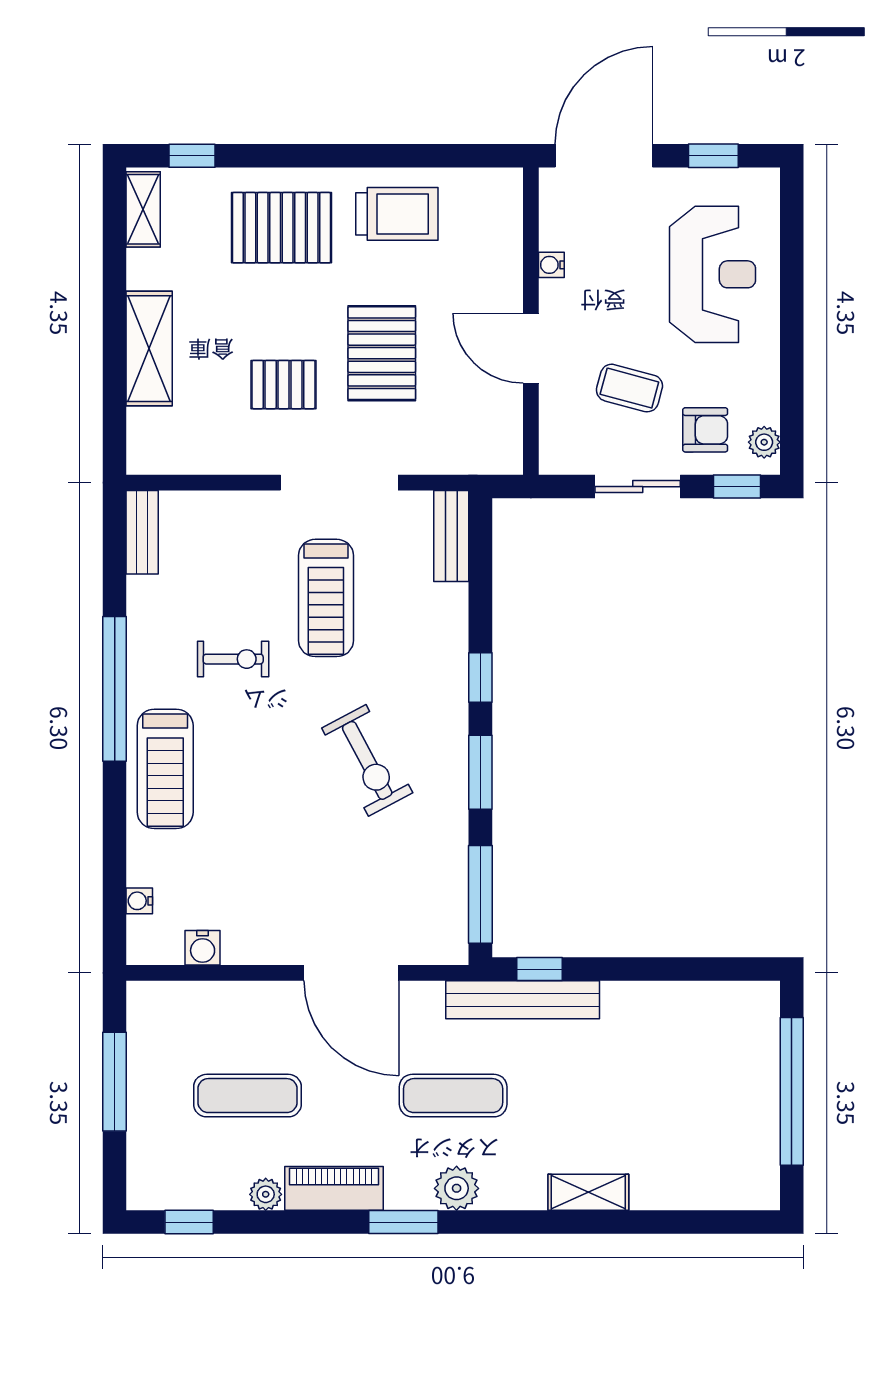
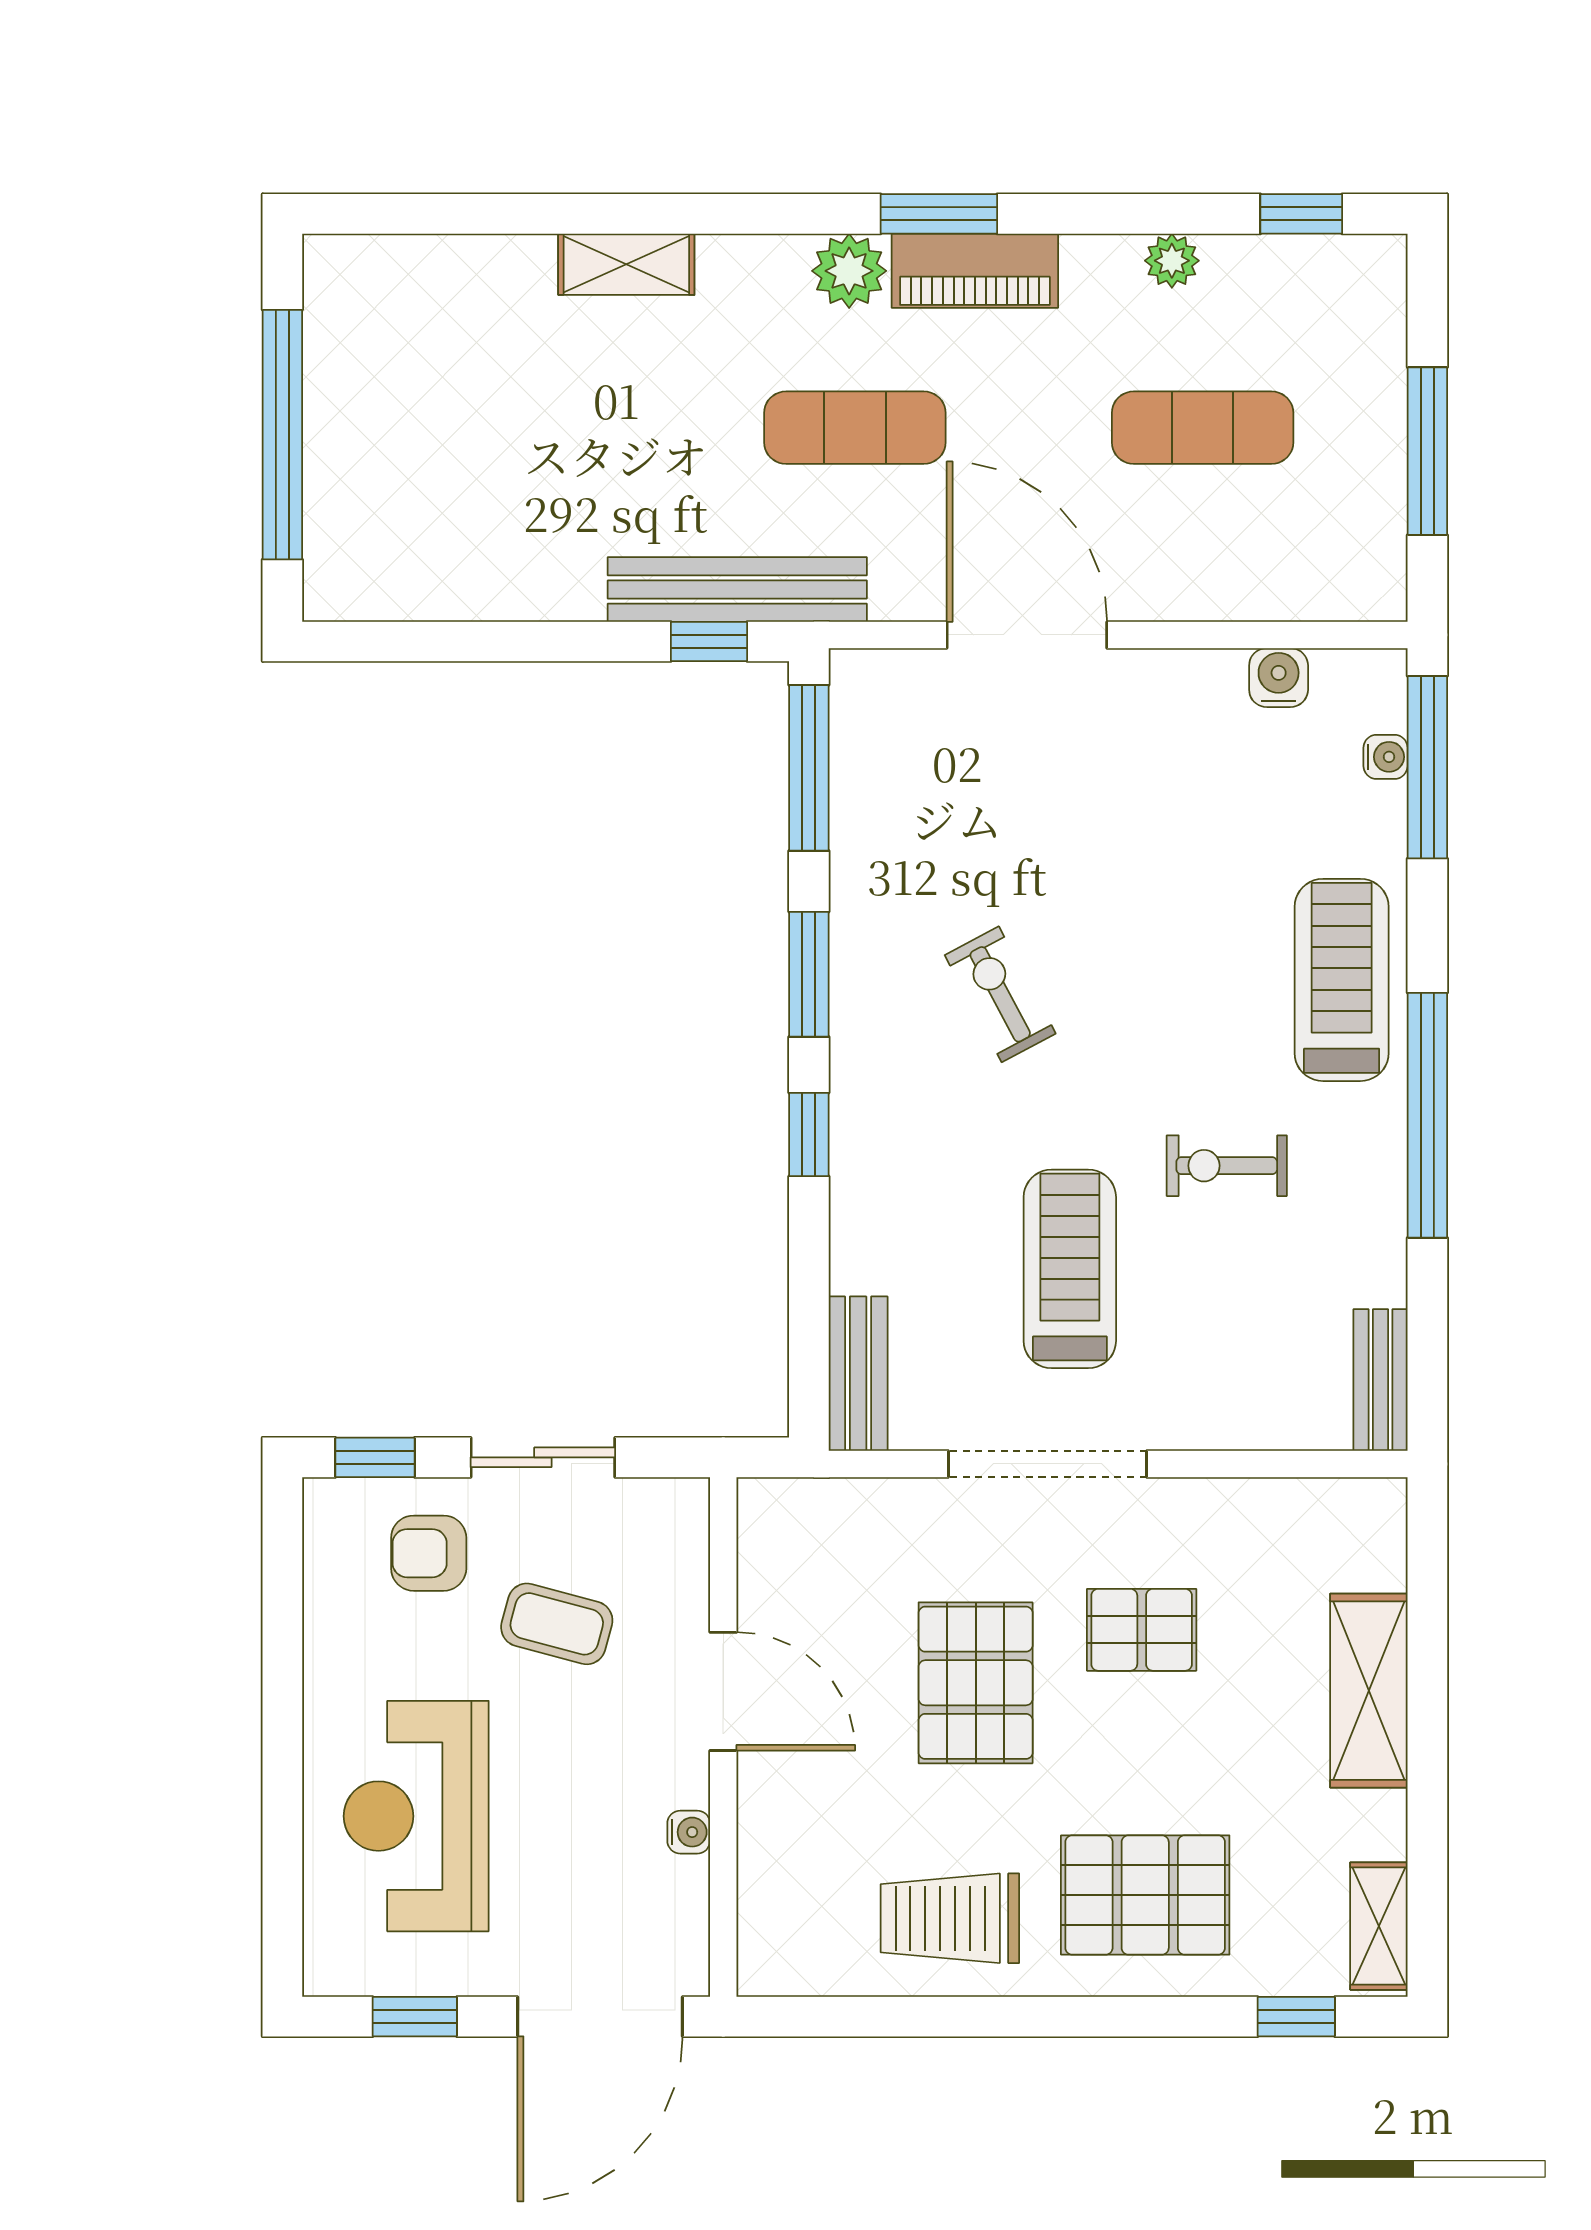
plant: (764, 442) -> (329, 1532), removed
exercise bike: (367, 760) -> (1000, 994), width x0.73, depth x0.72
window: (115, 895) -> (1427, 767), added
piano: (334, 1188) -> (975, 271), moved

